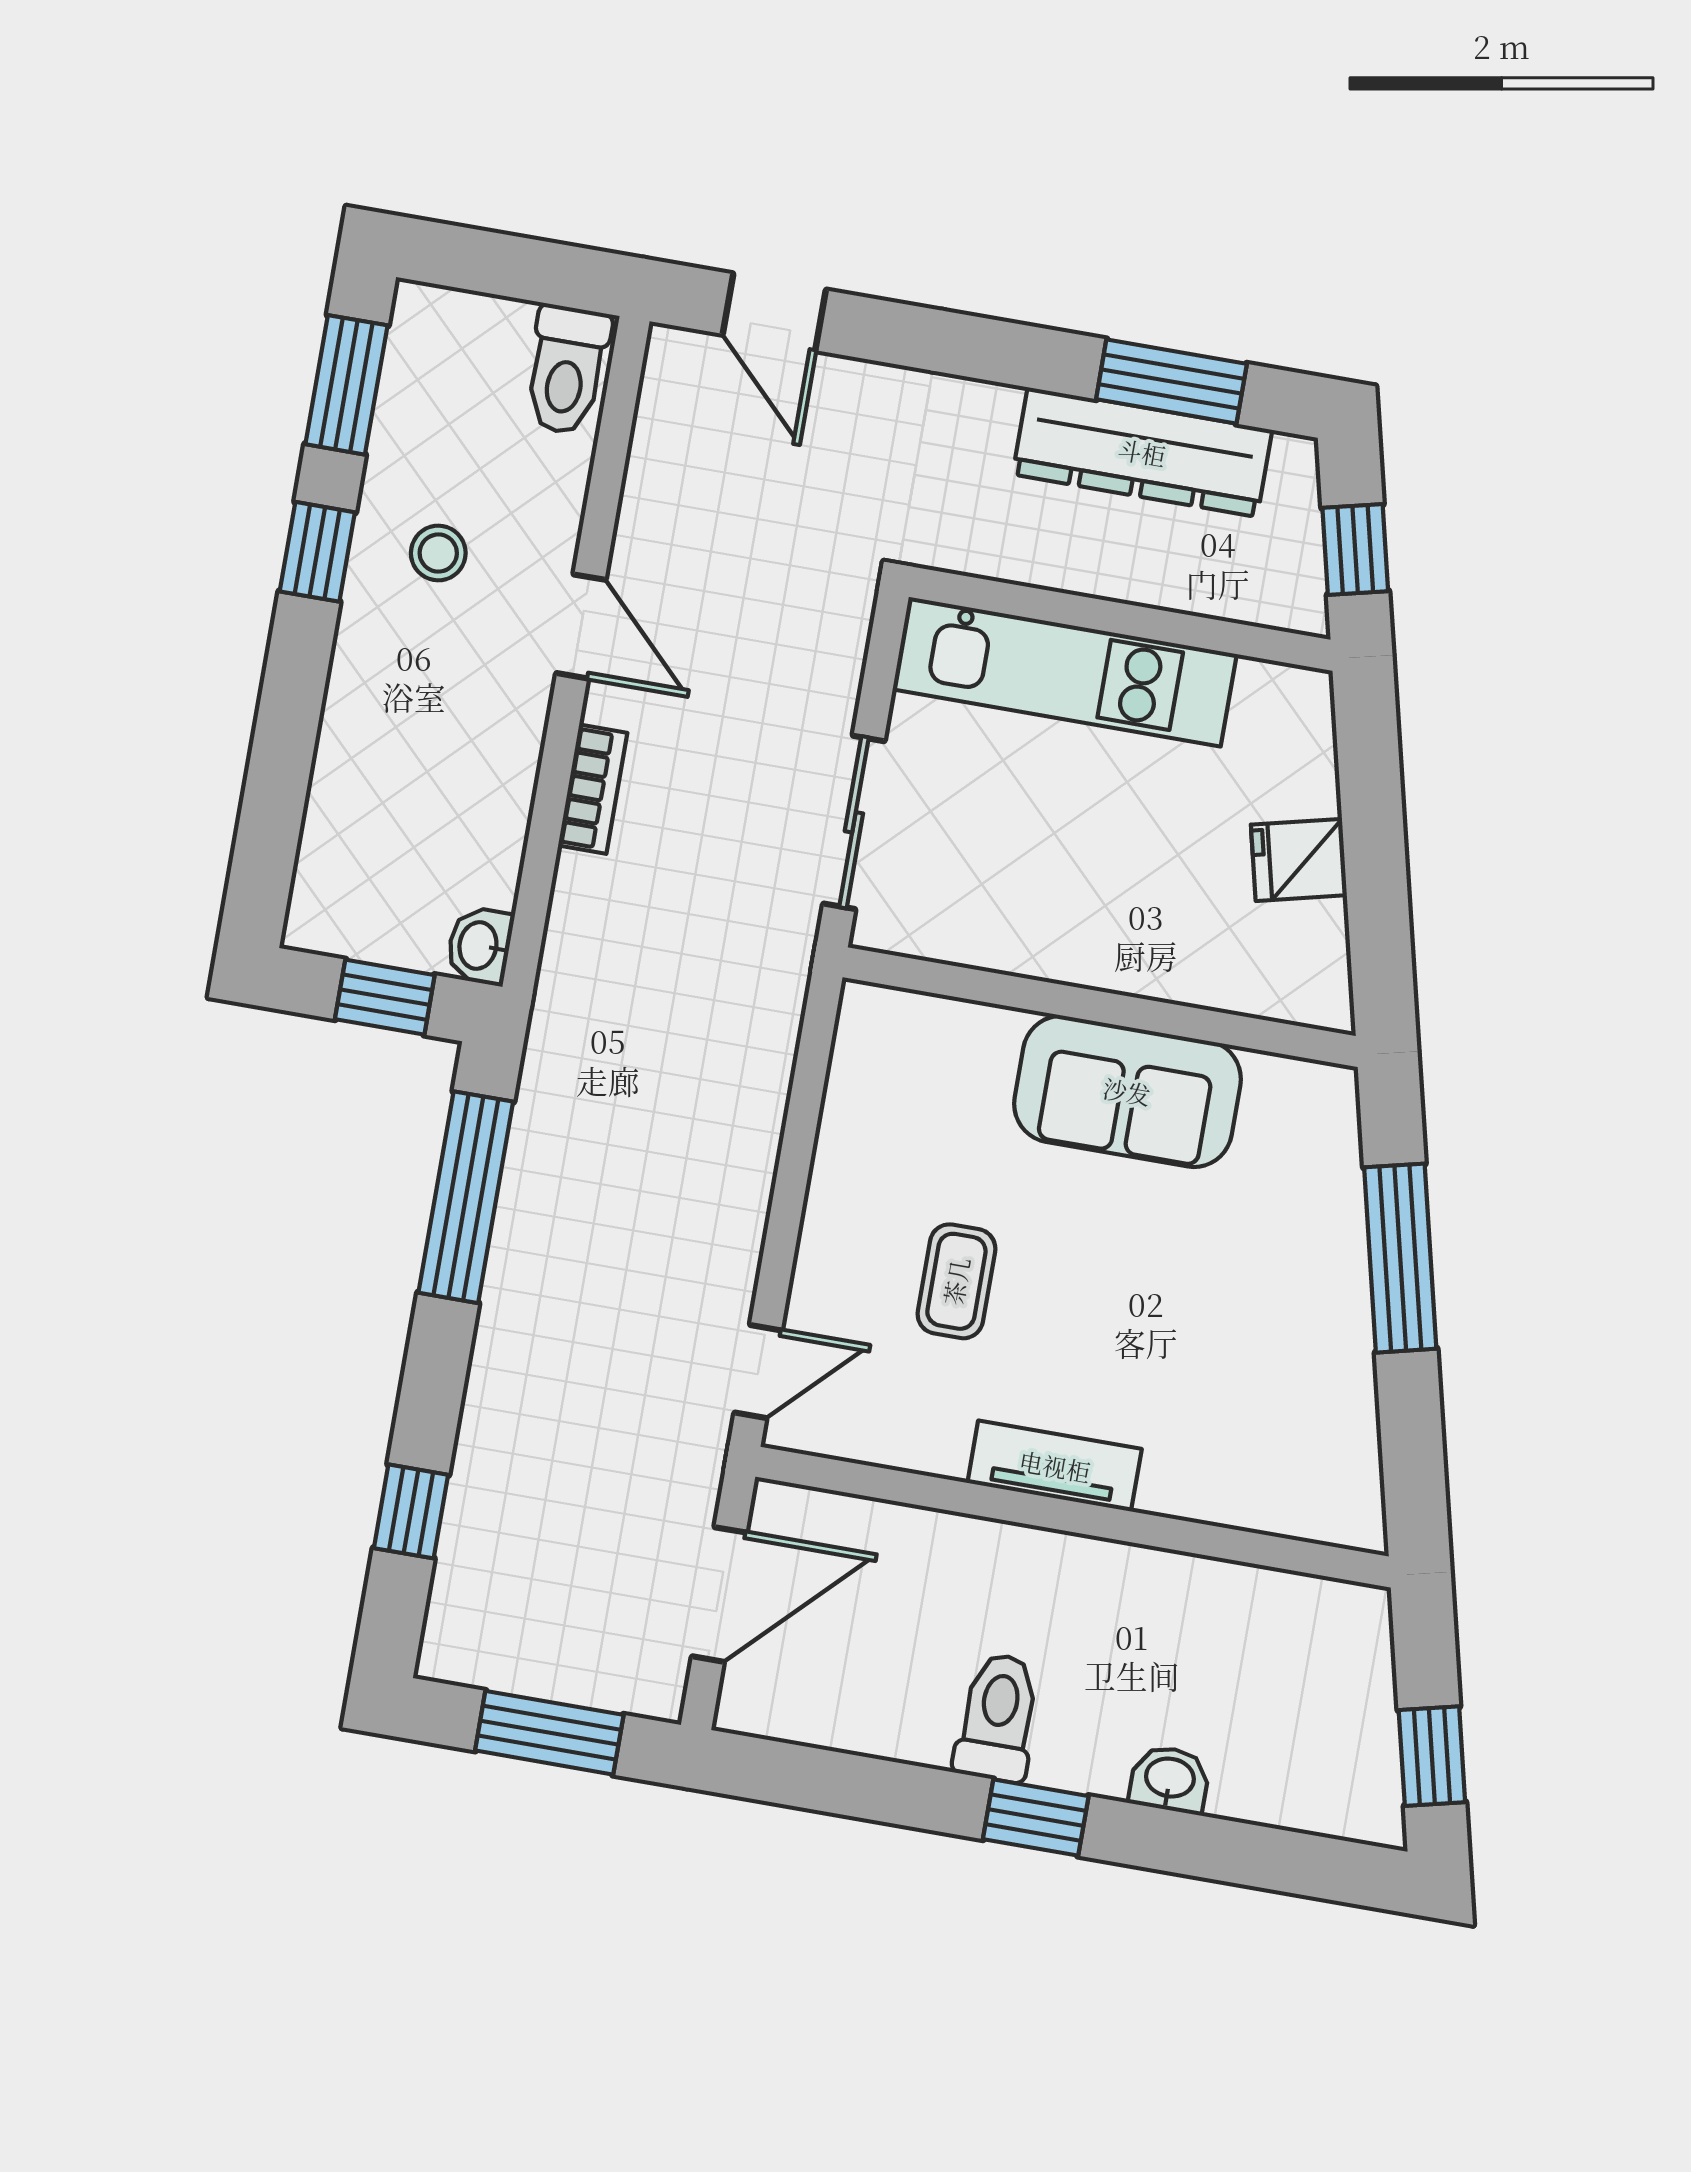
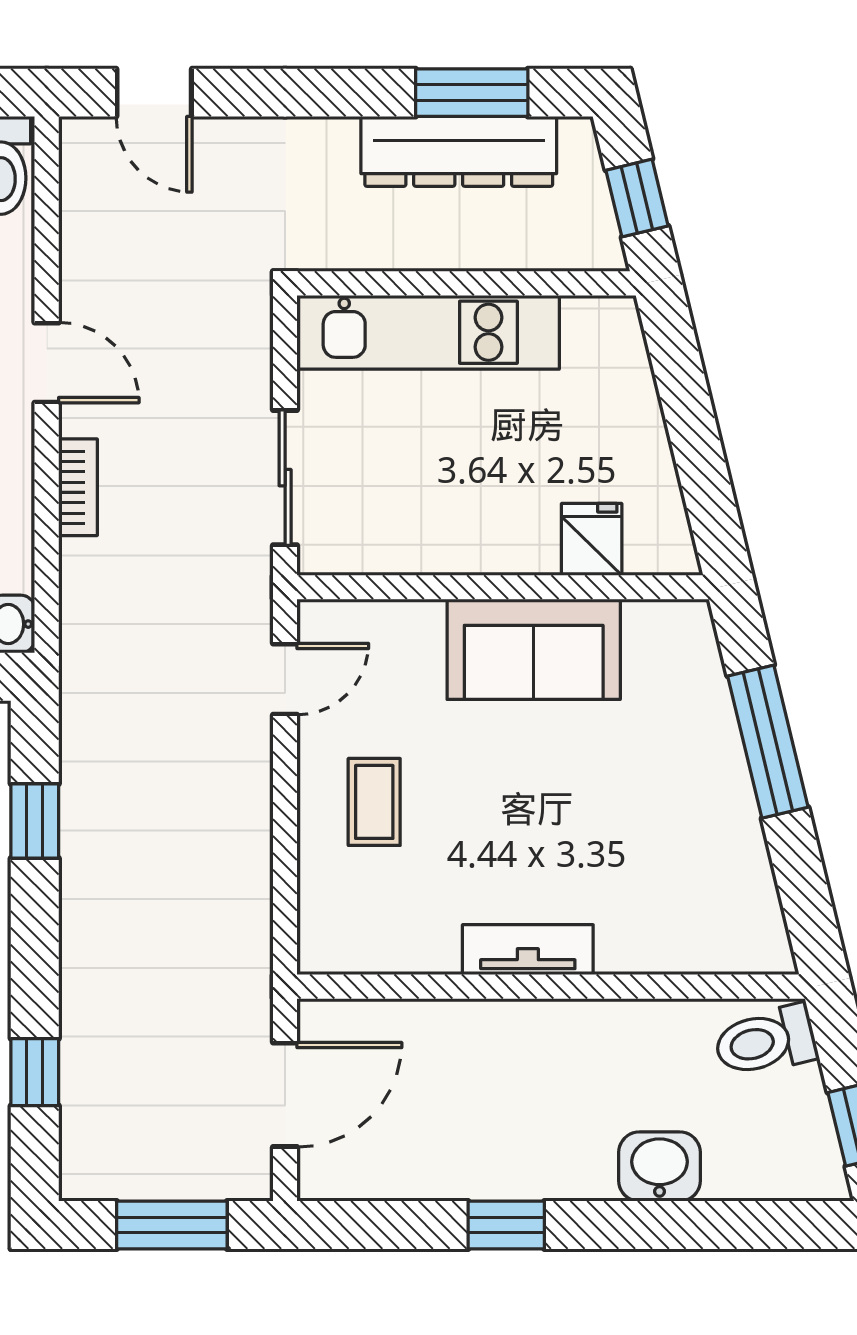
fridge: (1299, 860) -> (592, 539), moved, turned 104
window: (466, 1197) -> (35, 821), width x0.46
coffee table: (956, 1281) -> (374, 802), moved
door: (758, 1371) -> (285, 679), moved
toilet: (998, 1718) -> (765, 1041), moved, turned -104
washbasin: (1170, 1779) -> (660, 1167), width x1.38, depth x1.45
window: (1036, 1818) -> (506, 1225), moved

